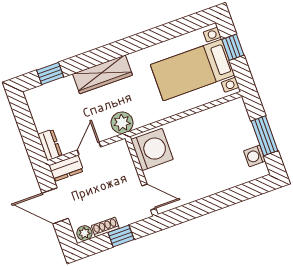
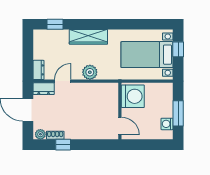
washing machine: (152, 149) -> (133, 96), moved
wall: (142, 176) -> (120, 111), moved
door: (149, 197) -> (120, 126), moved

